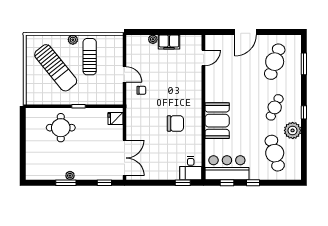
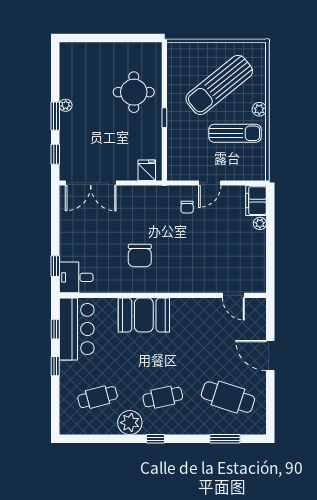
filing cabinet: (169, 42) -> (256, 201), moved
cafe table: (275, 107) -> (163, 397), turned -36
cafe table: (275, 153) -> (98, 397), width x0.73, depth x0.74
window: (66, 183) -> (55, 116), moved

